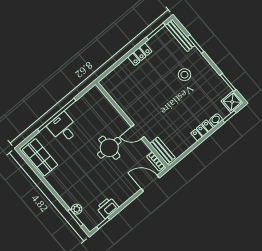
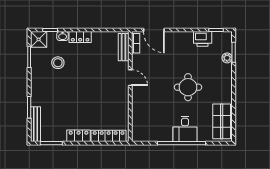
locker: (117, 73) -> (109, 136), added
stool: (184, 75) -> (58, 63), moved
round table: (109, 148) -> (188, 87), moved

